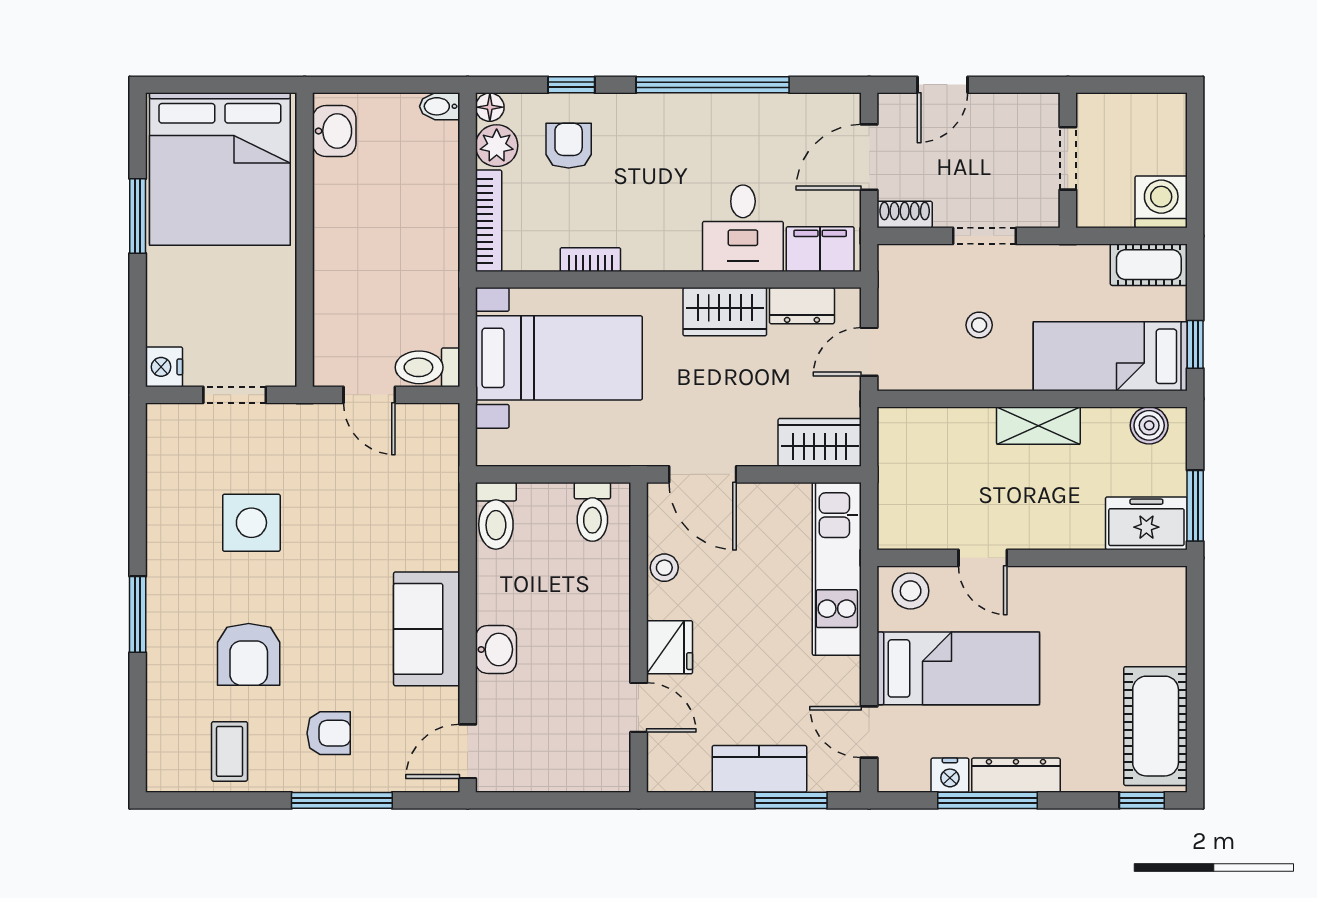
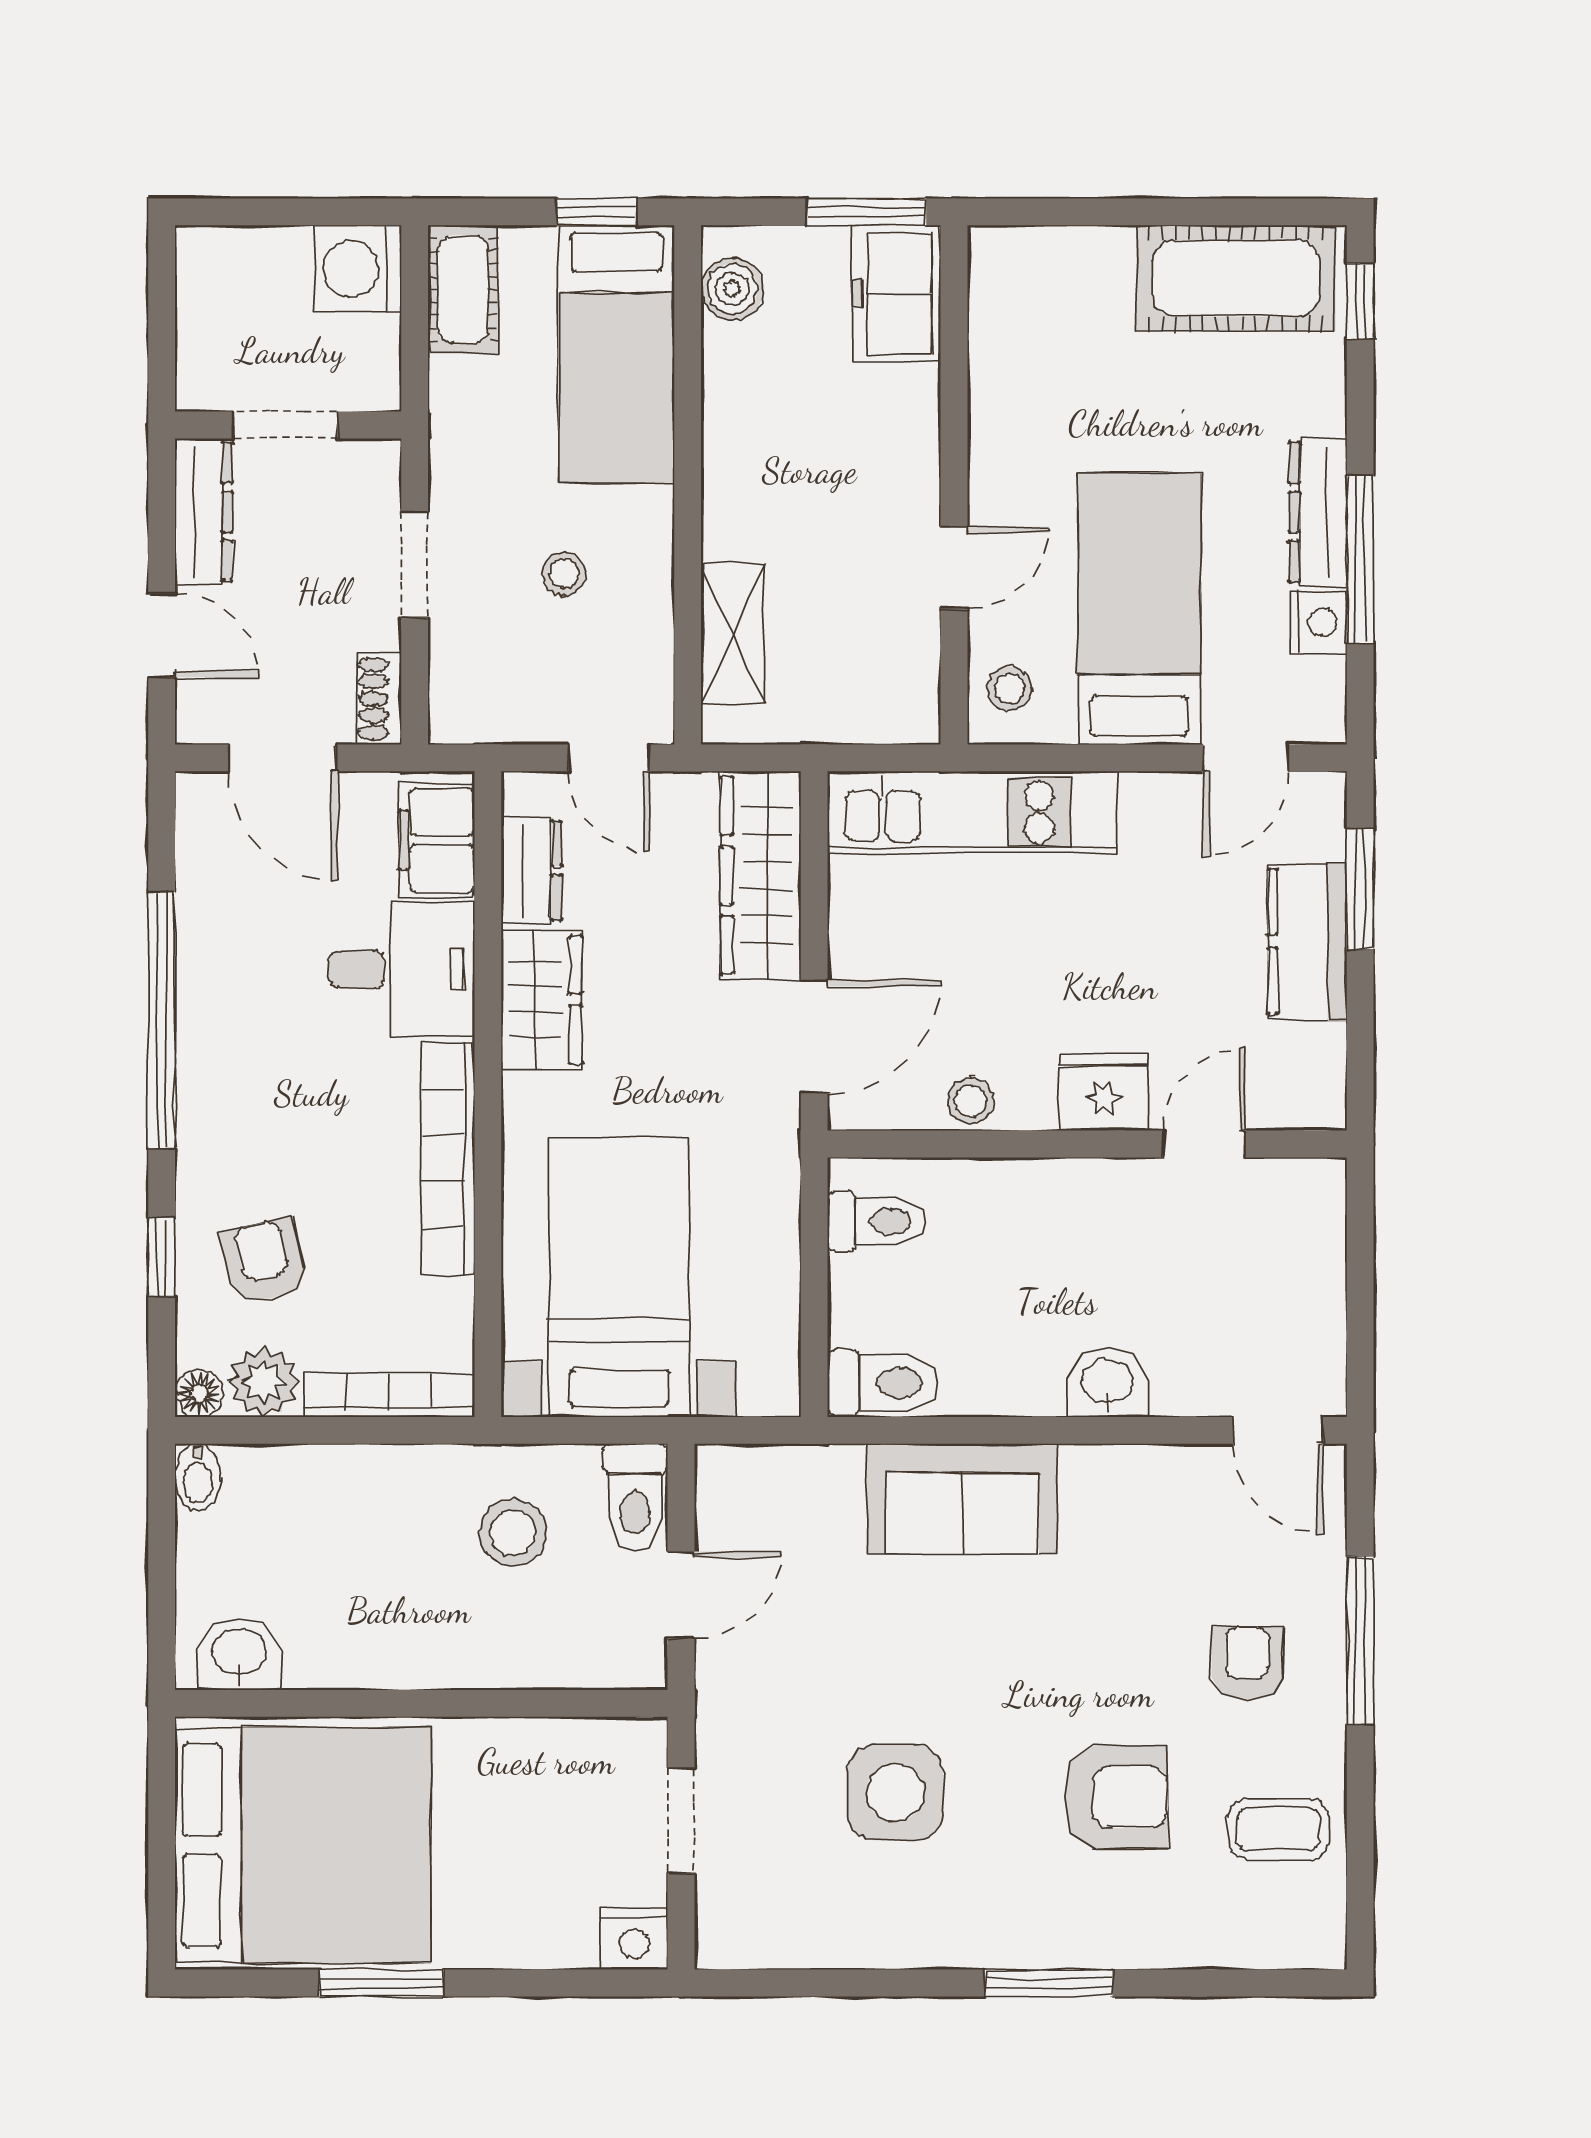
dresser: (1016, 110) -> (204, 512), added
armchair: (569, 146) -> (264, 1261), turned 77
bookcase: (590, 260) -> (448, 1159), width x2.31, depth x1.31
stool: (407, 294) -> (513, 1532), added
shelving: (1038, 426) -> (732, 634), moved
wardrobe: (820, 442) -> (761, 875), width x1.50
stool: (911, 591) -> (1009, 689), width x0.73, depth x0.73
sofa: (427, 629) -> (963, 1499), moved

